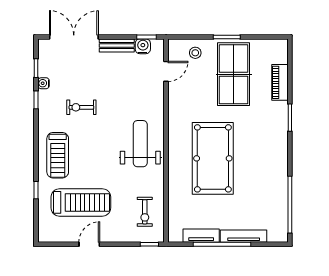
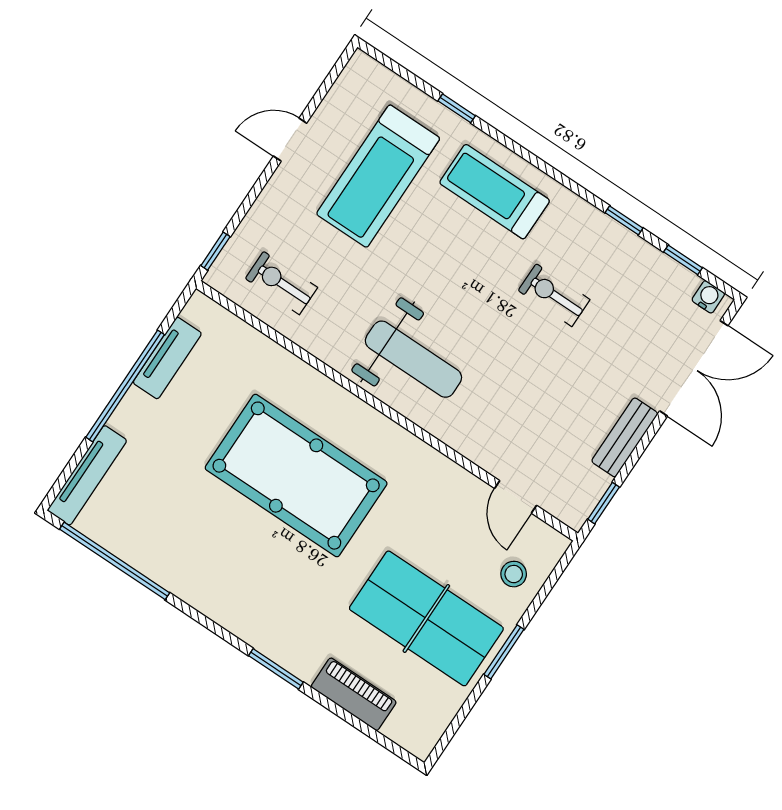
water cooler: (143, 46) -> (591, 485), removed
water cooler: (44, 83) -> (708, 297), moved
exercise bike: (81, 107) -> (554, 295), turned -90
tv unit: (244, 236) -> (87, 475), moved
door: (89, 244) -> (290, 140), swing flipped

